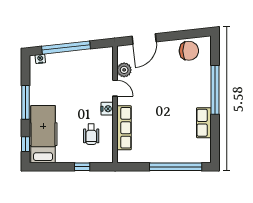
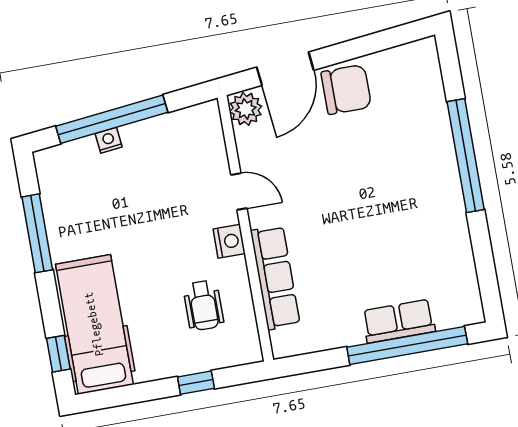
chair: (189, 51) -> (346, 90), moved
nightstand: (40, 59) -> (109, 140), moved
plant: (124, 70) -> (246, 109), moved
window: (25, 102) -> (37, 233), moved
row of seats: (204, 123) -> (399, 321), moved, turned 90

